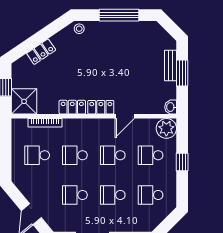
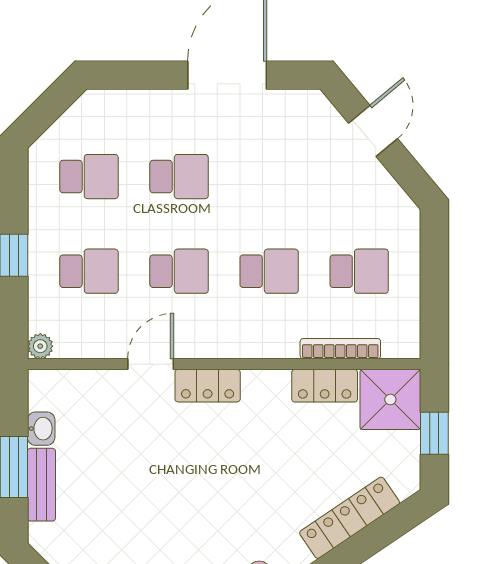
locker: (41, 52) -> (350, 518), width x1.53
locker: (72, 107) -> (325, 386), moved
washbasin: (171, 107) -> (41, 429), moved
plant: (166, 128) -> (40, 346), width x0.53, depth x0.53
school desk: (75, 195) -> (269, 177), removed

